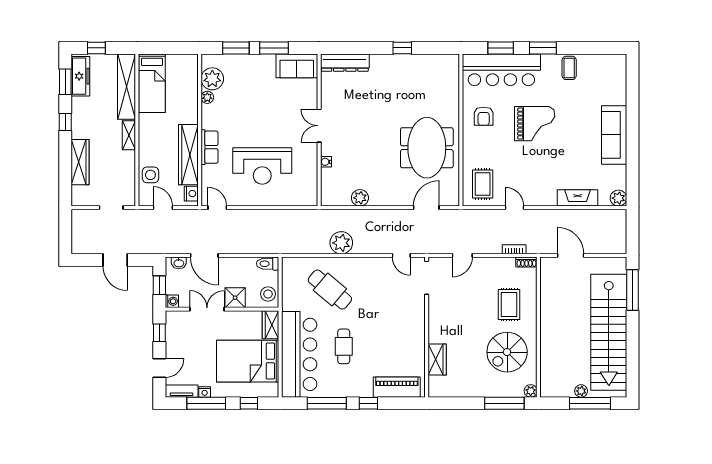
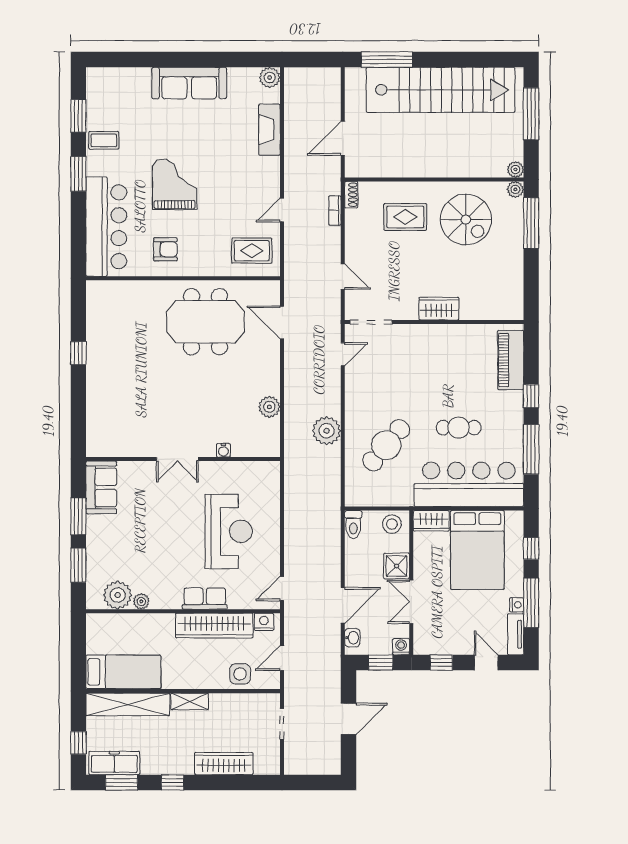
window: (501, 48) -> (78, 116), moved
dresser: (345, 63) -> (97, 426), removed
wardrobe: (437, 359) -> (439, 309), moved
plant: (581, 391) -> (515, 169), moved

